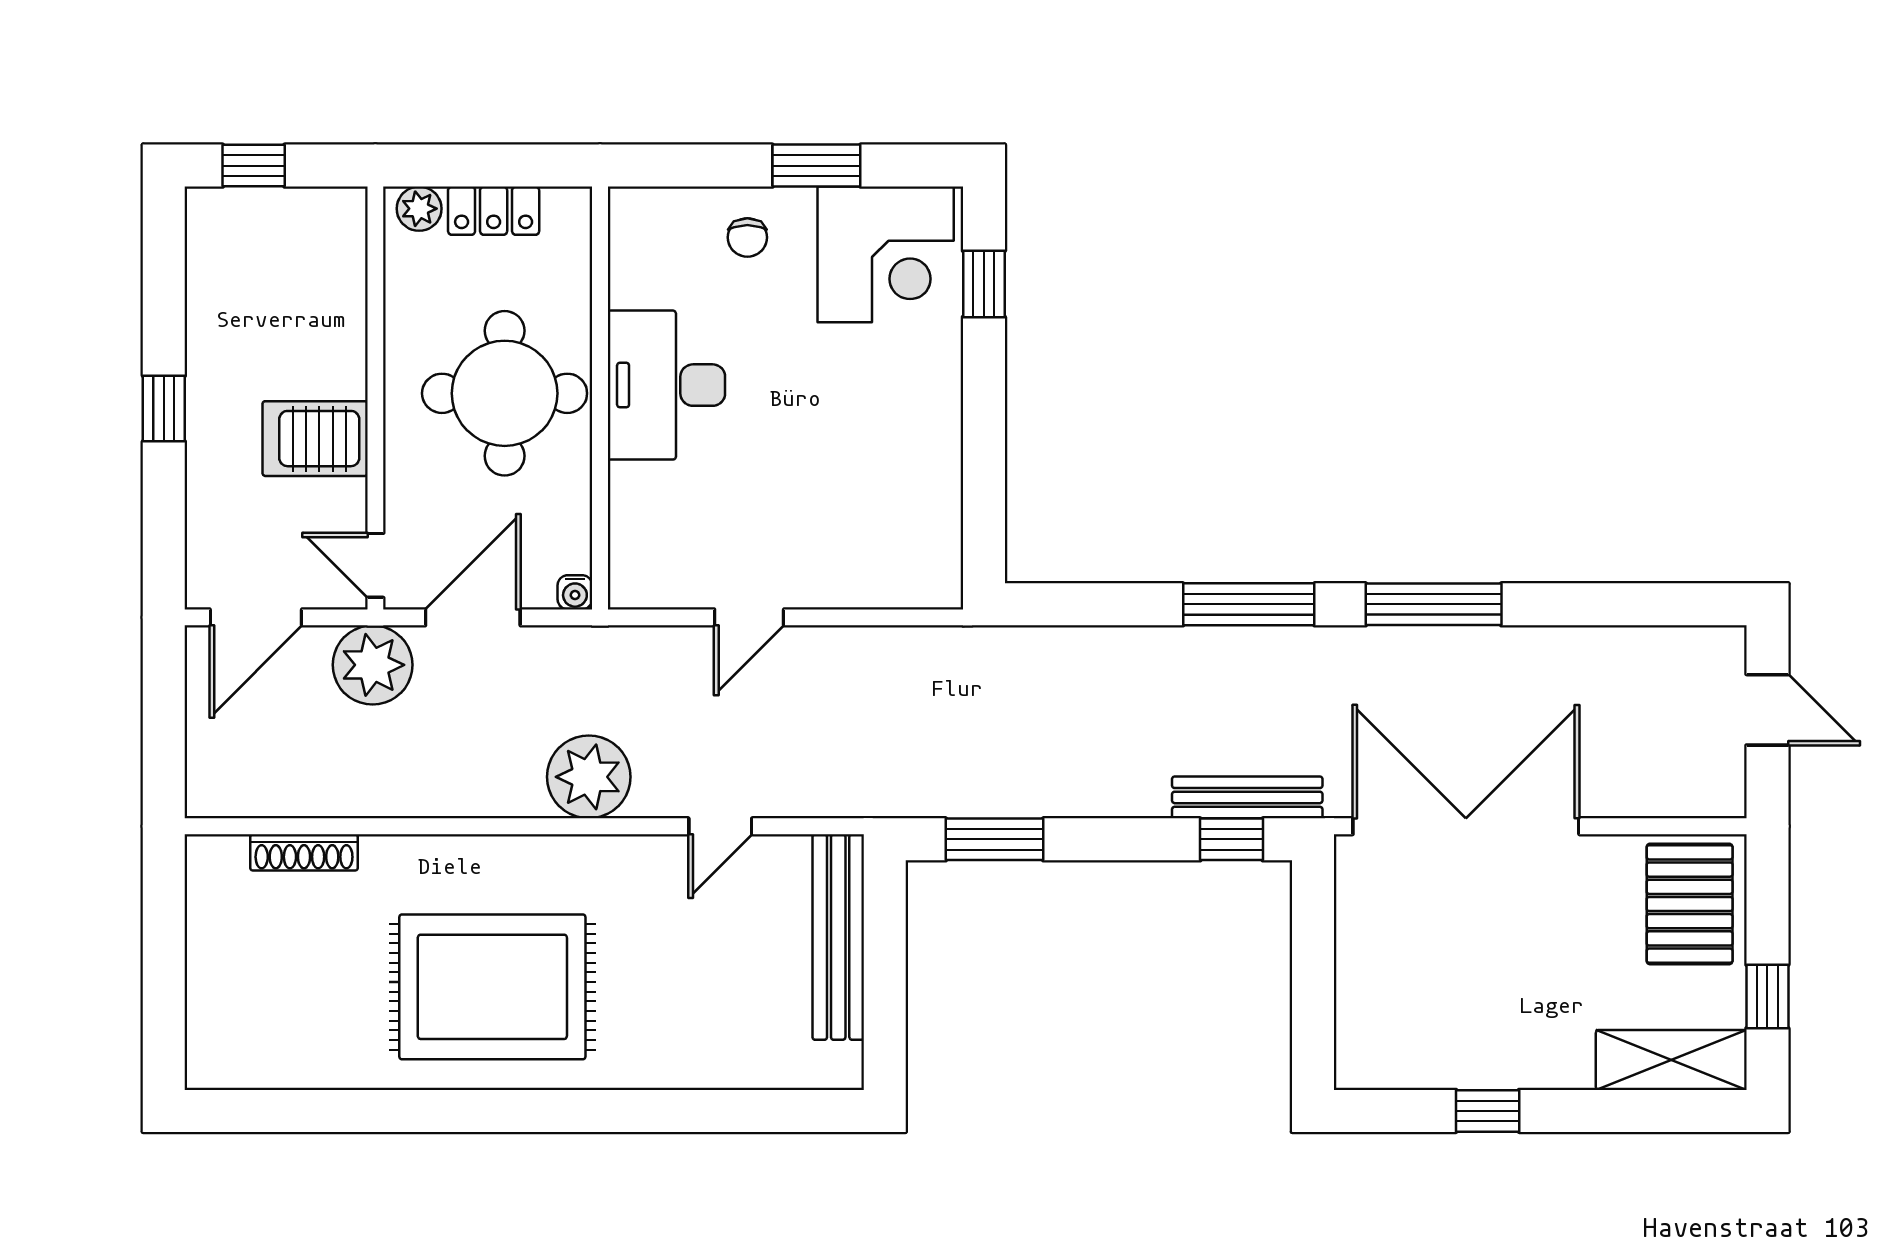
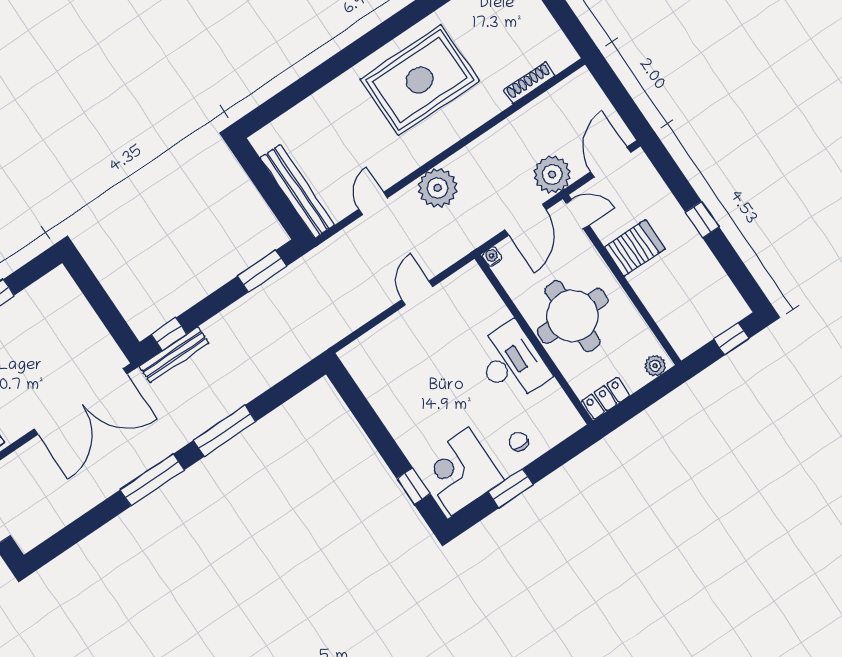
locker: (494, 211) -> (606, 398), moved

